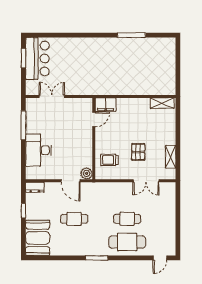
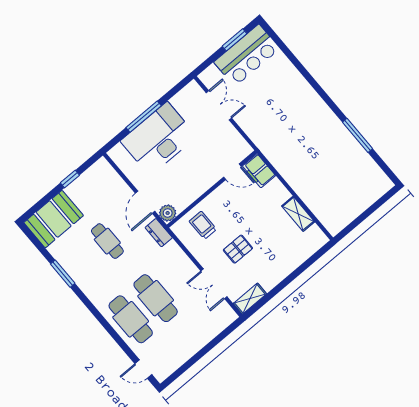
shelving: (162, 103) -> (298, 214), moved
window: (23, 125) -> (144, 117), moved
desk: (38, 150) -> (159, 139), width x1.36, depth x1.30
shelving: (171, 157) -> (250, 299), moved
dresser: (35, 187) -> (159, 233), moved
cafe table: (127, 219) -> (156, 298), width x1.37, depth x1.35
window: (97, 258) -> (63, 274), moved

